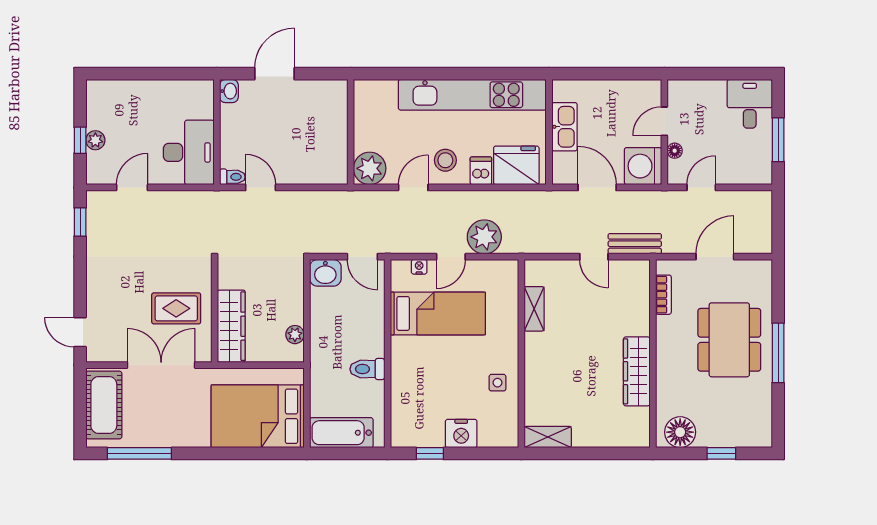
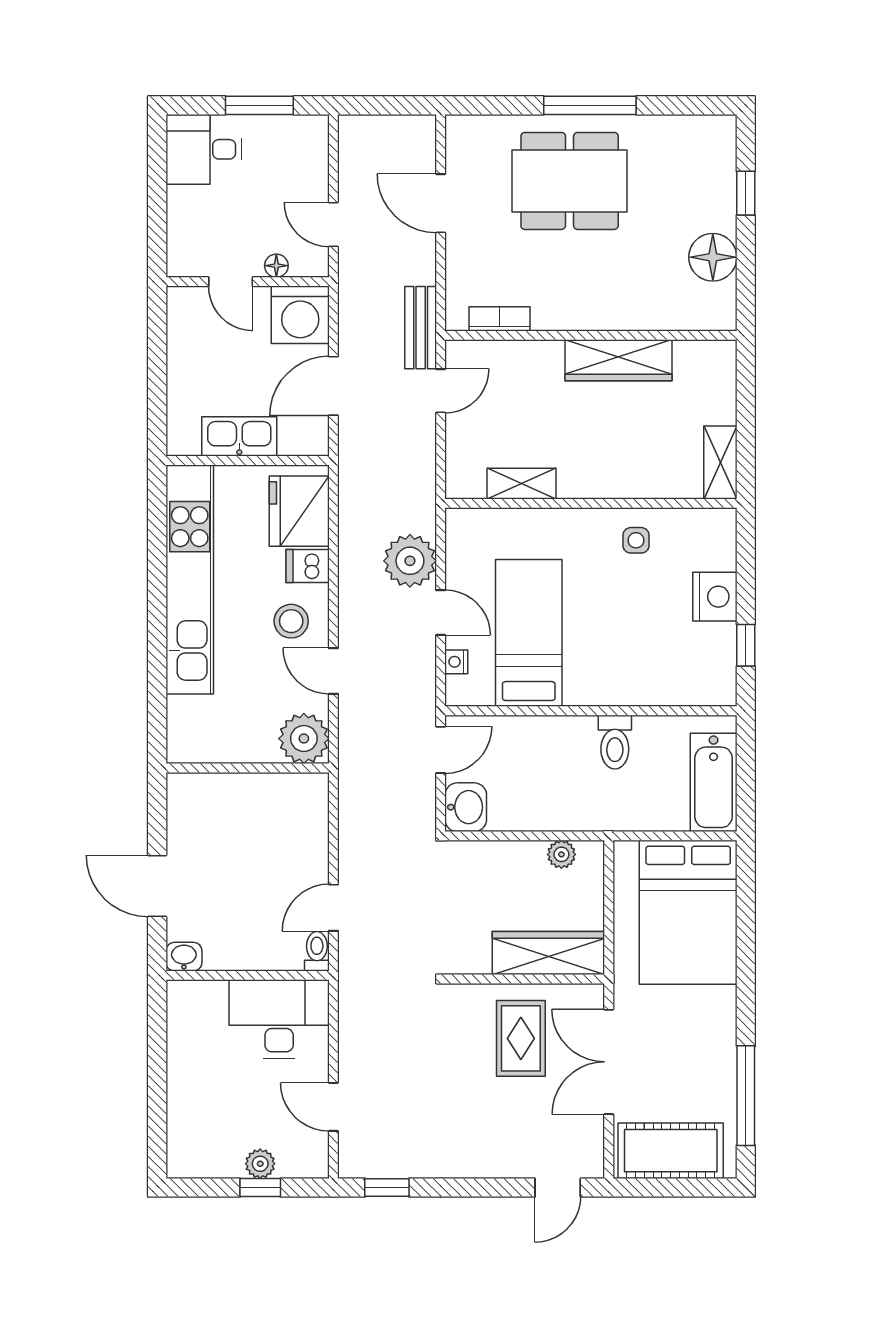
bookcase: (663, 295) -> (500, 319), moved
wall: (653, 354) -> (591, 335), moved
wardrobe: (637, 371) -> (619, 360), moved

